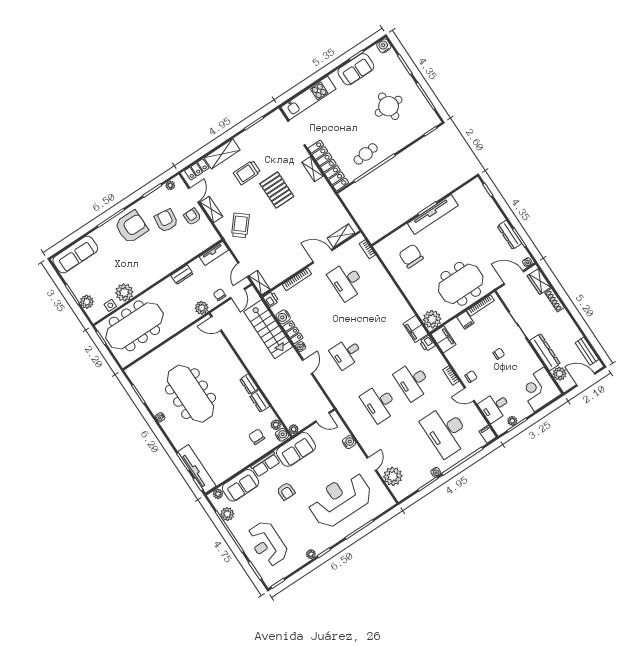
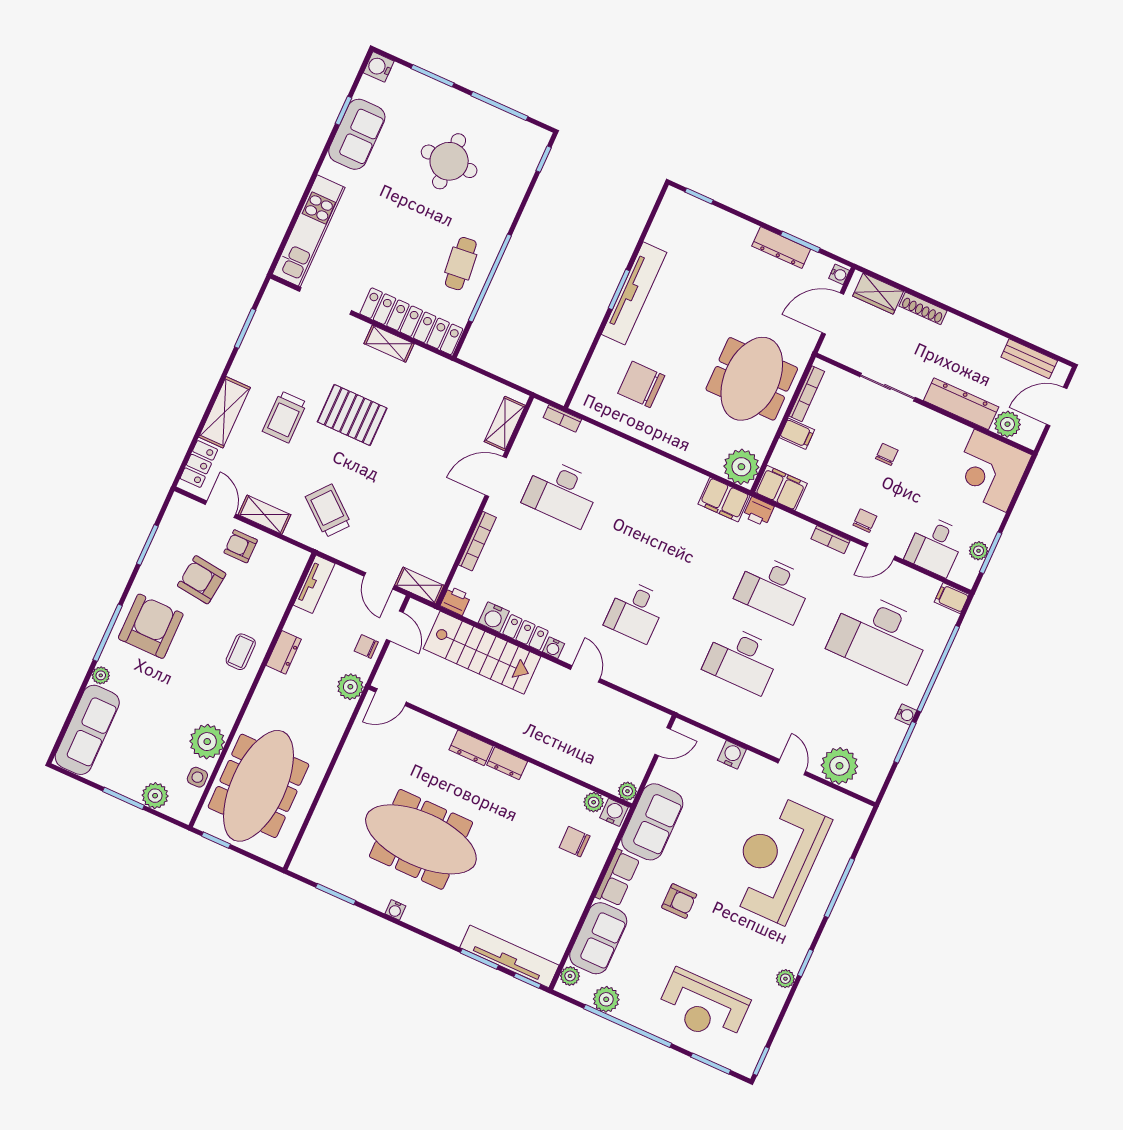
plant: (170, 185) -> (101, 675), moved
coffee table: (163, 263) -> (241, 652), added
dresser: (260, 401) -> (471, 748), moved

